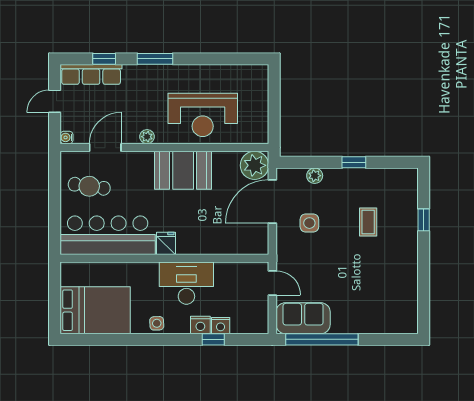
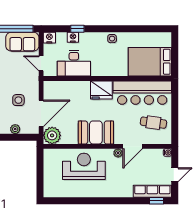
window: (104, 59) -> (156, 201), moved
window: (155, 59) -> (113, 201), removed
door: (105, 148) -> (133, 146), moved
fridge: (166, 243) -> (101, 90), width x1.88, depth x1.34
desk: (186, 283) -> (74, 63), moved
bed: (95, 310) -> (150, 62), moved
nightstand: (200, 325) -> (49, 38), moved

